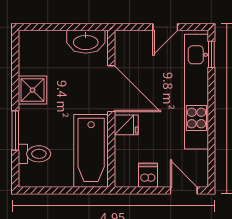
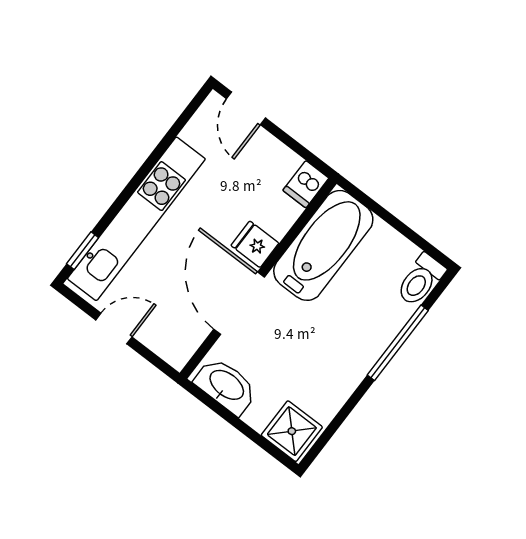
shower: (33, 90) -> (292, 431), moved
window: (15, 131) -> (398, 343), width x1.44
toilet: (34, 154) -> (421, 280), moved, turned -90
dishwasher: (148, 175) -> (306, 184), moved

